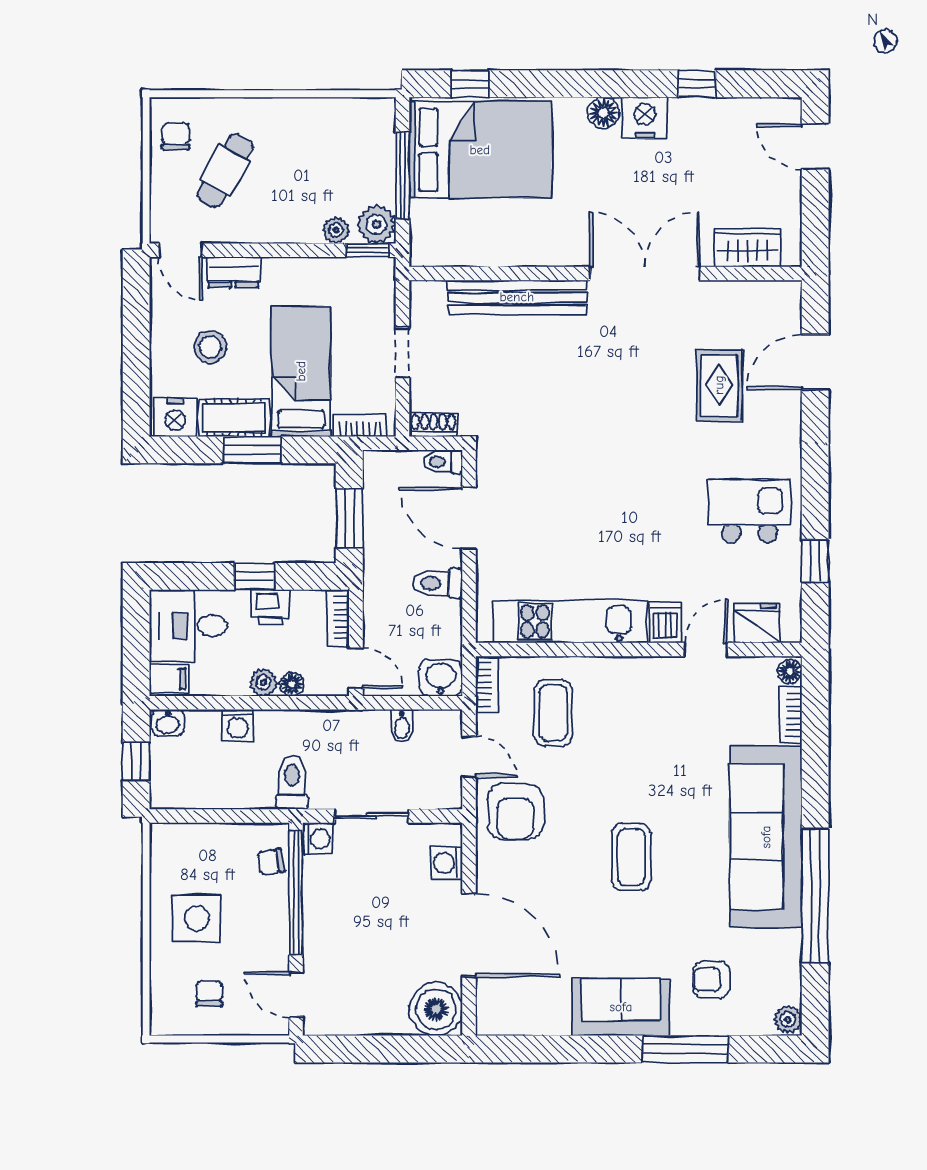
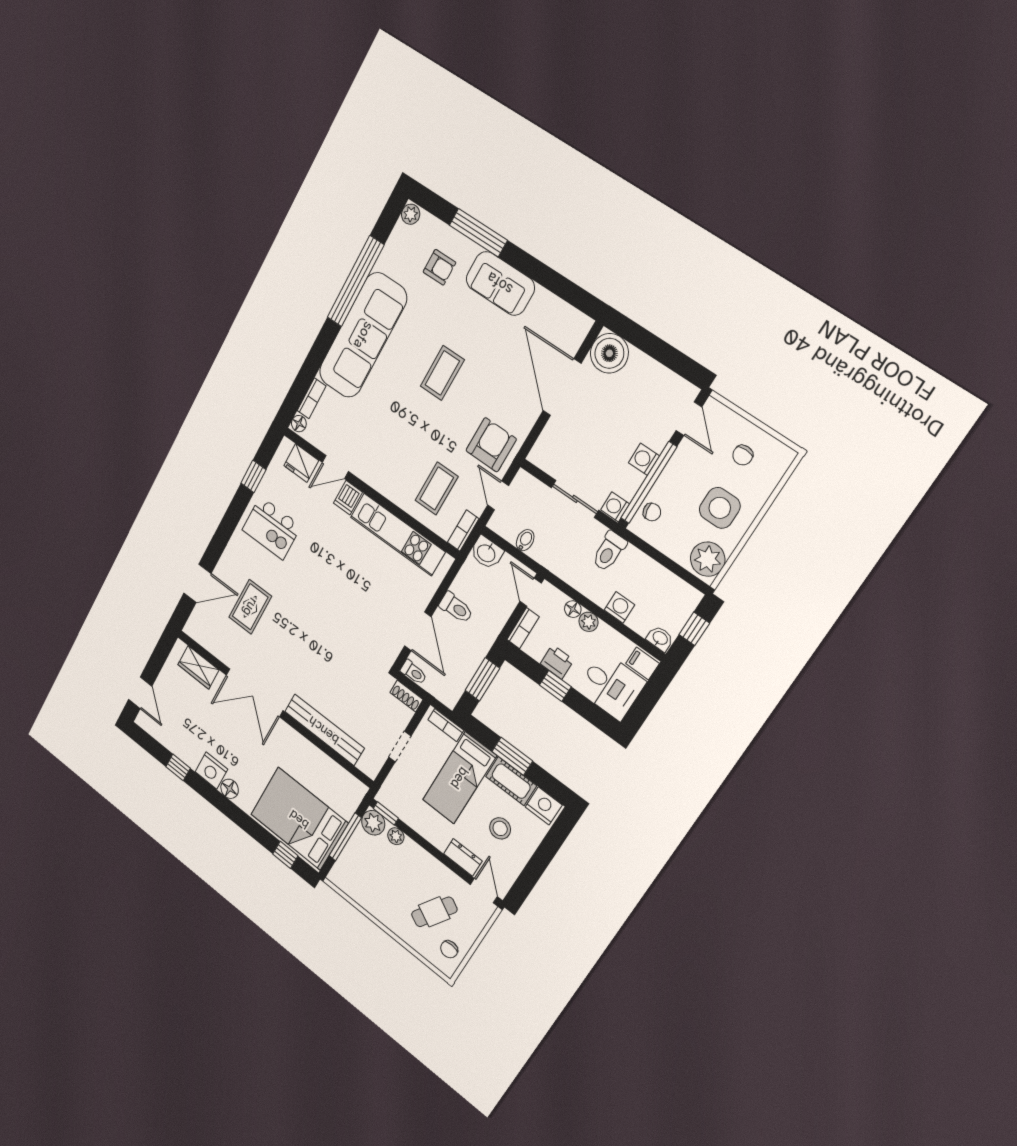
plant: (173, 852) -> (708, 559), added
washing machine: (446, 863) -> (644, 459), moved, turned 180

